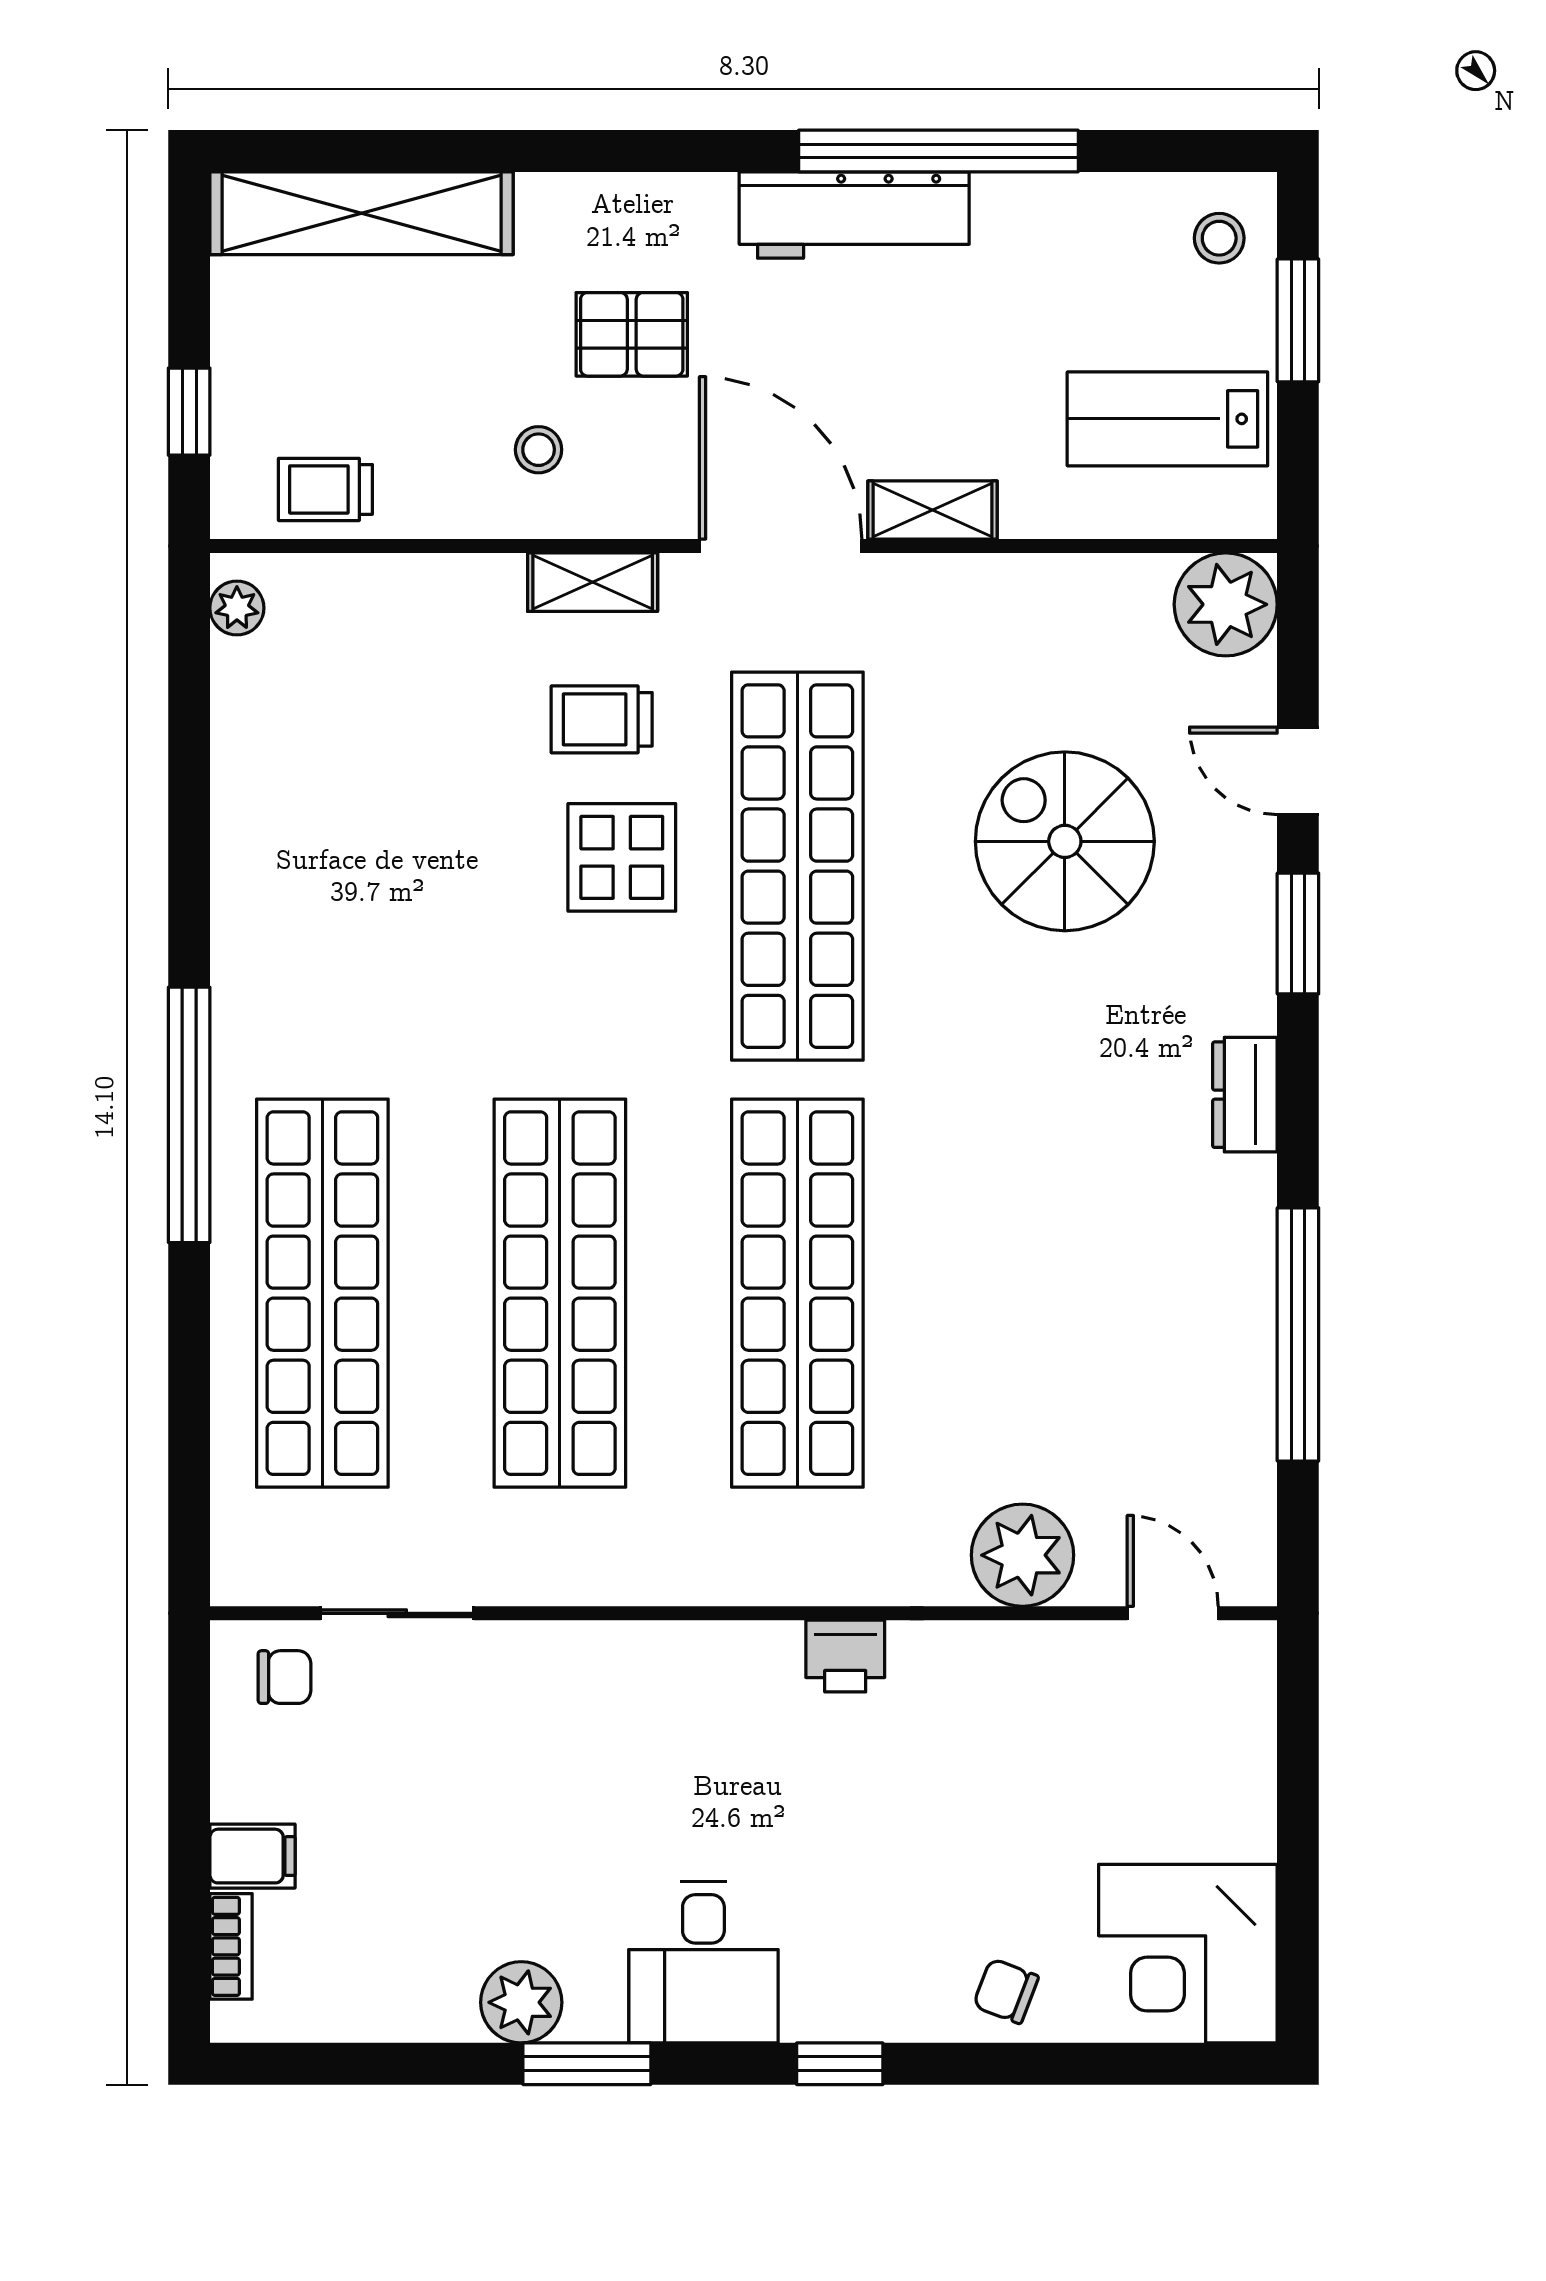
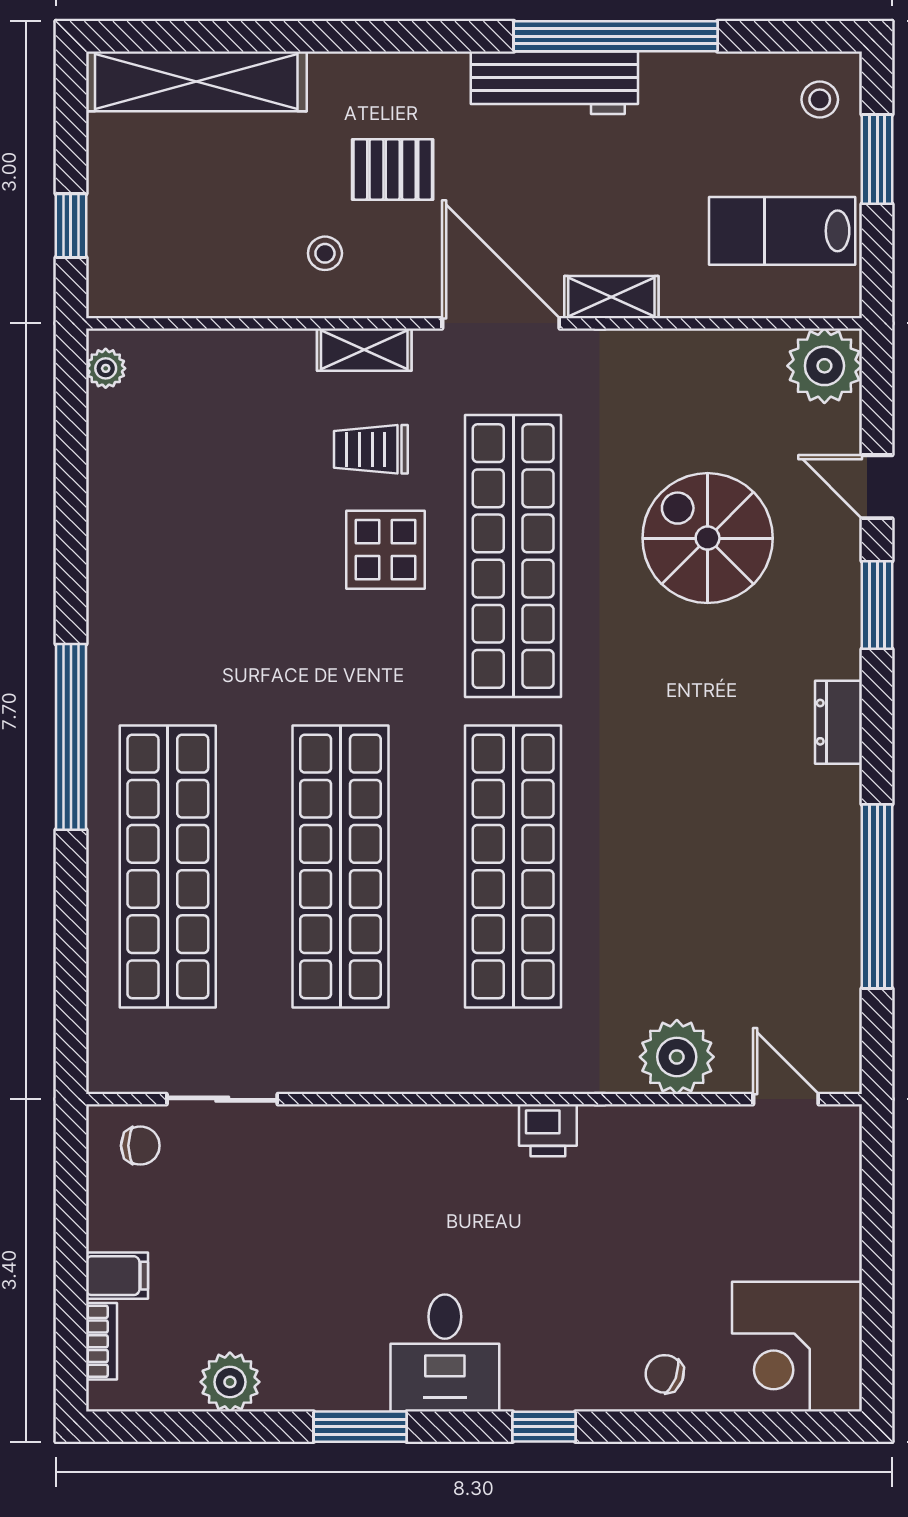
trolley: (325, 489) -> (170, 282), removed
plant: (521, 2002) -> (230, 1382), moved

